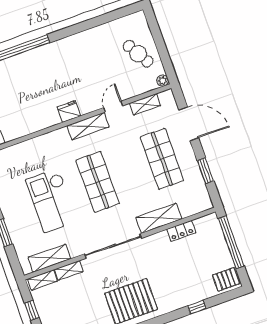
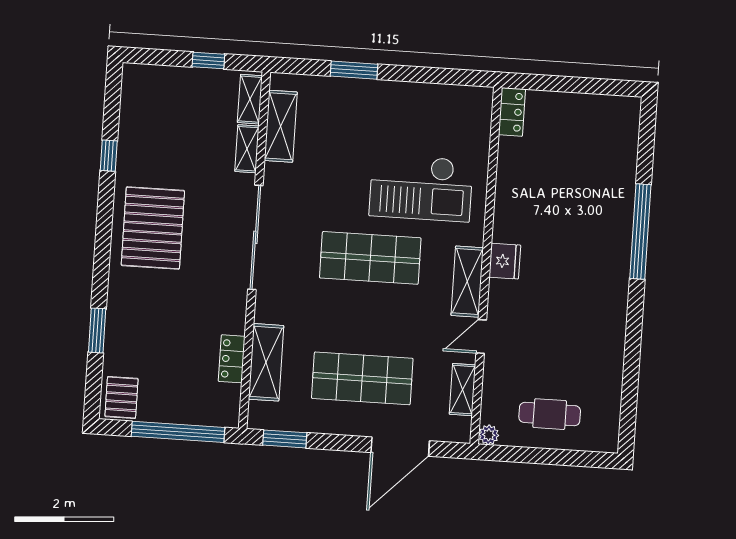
cafe table: (138, 54) -> (550, 414), turned 30
door: (113, 107) -> (481, 336), swing flipped
window: (205, 171) -> (285, 439), moved
checkout: (51, 201) -> (421, 188), moved, turned 180
shelving: (159, 218) -> (266, 362), moved
window: (197, 307) -> (97, 330), width x1.50

